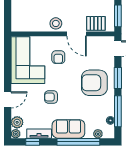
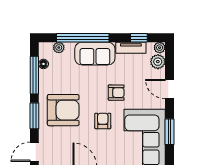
armchair: (58, 57) -> (103, 121), moved
window: (8, 65) -> (169, 132), added
door: (8, 100) -> (169, 89), hinge flipped

